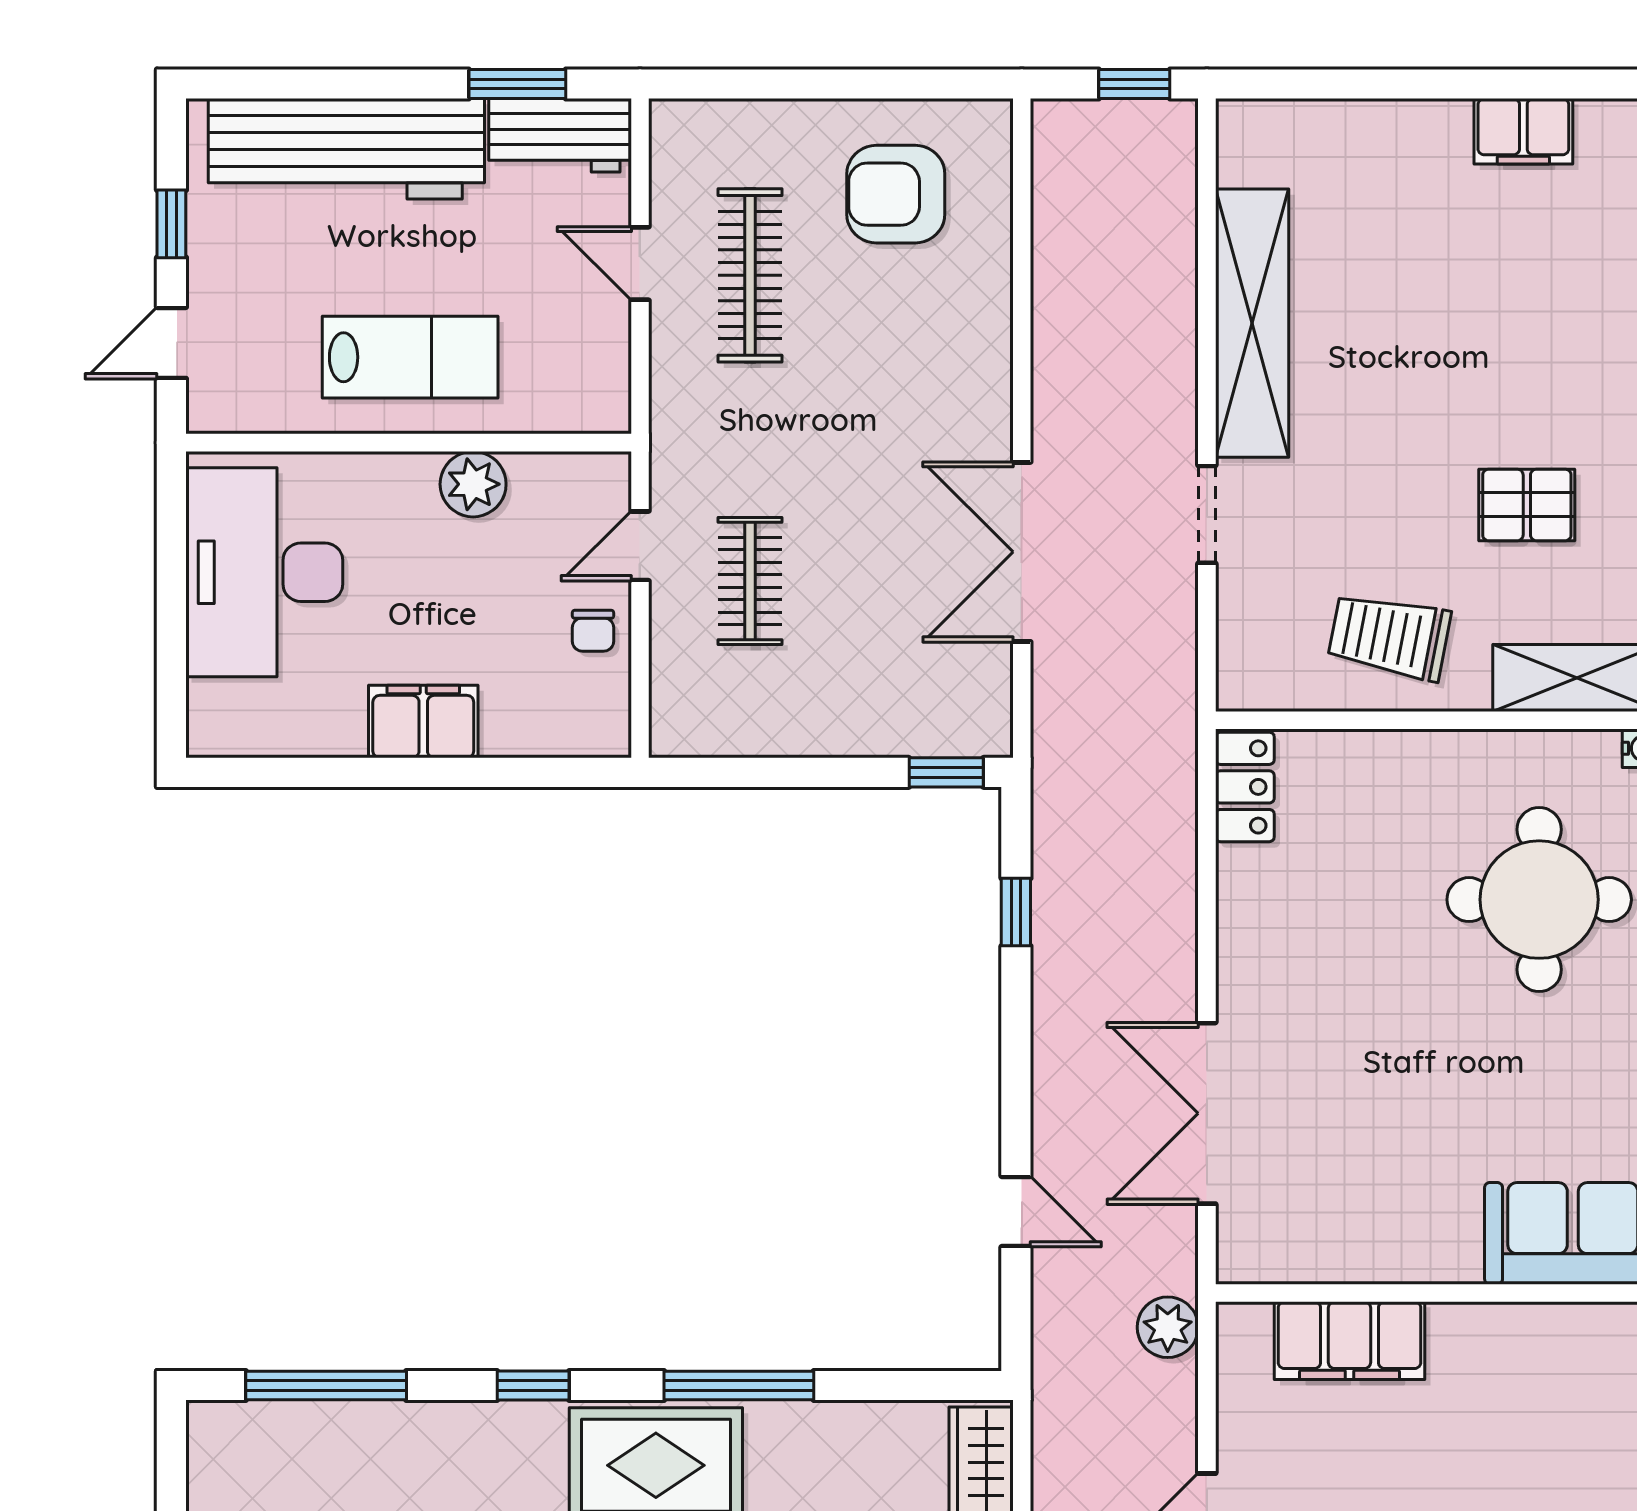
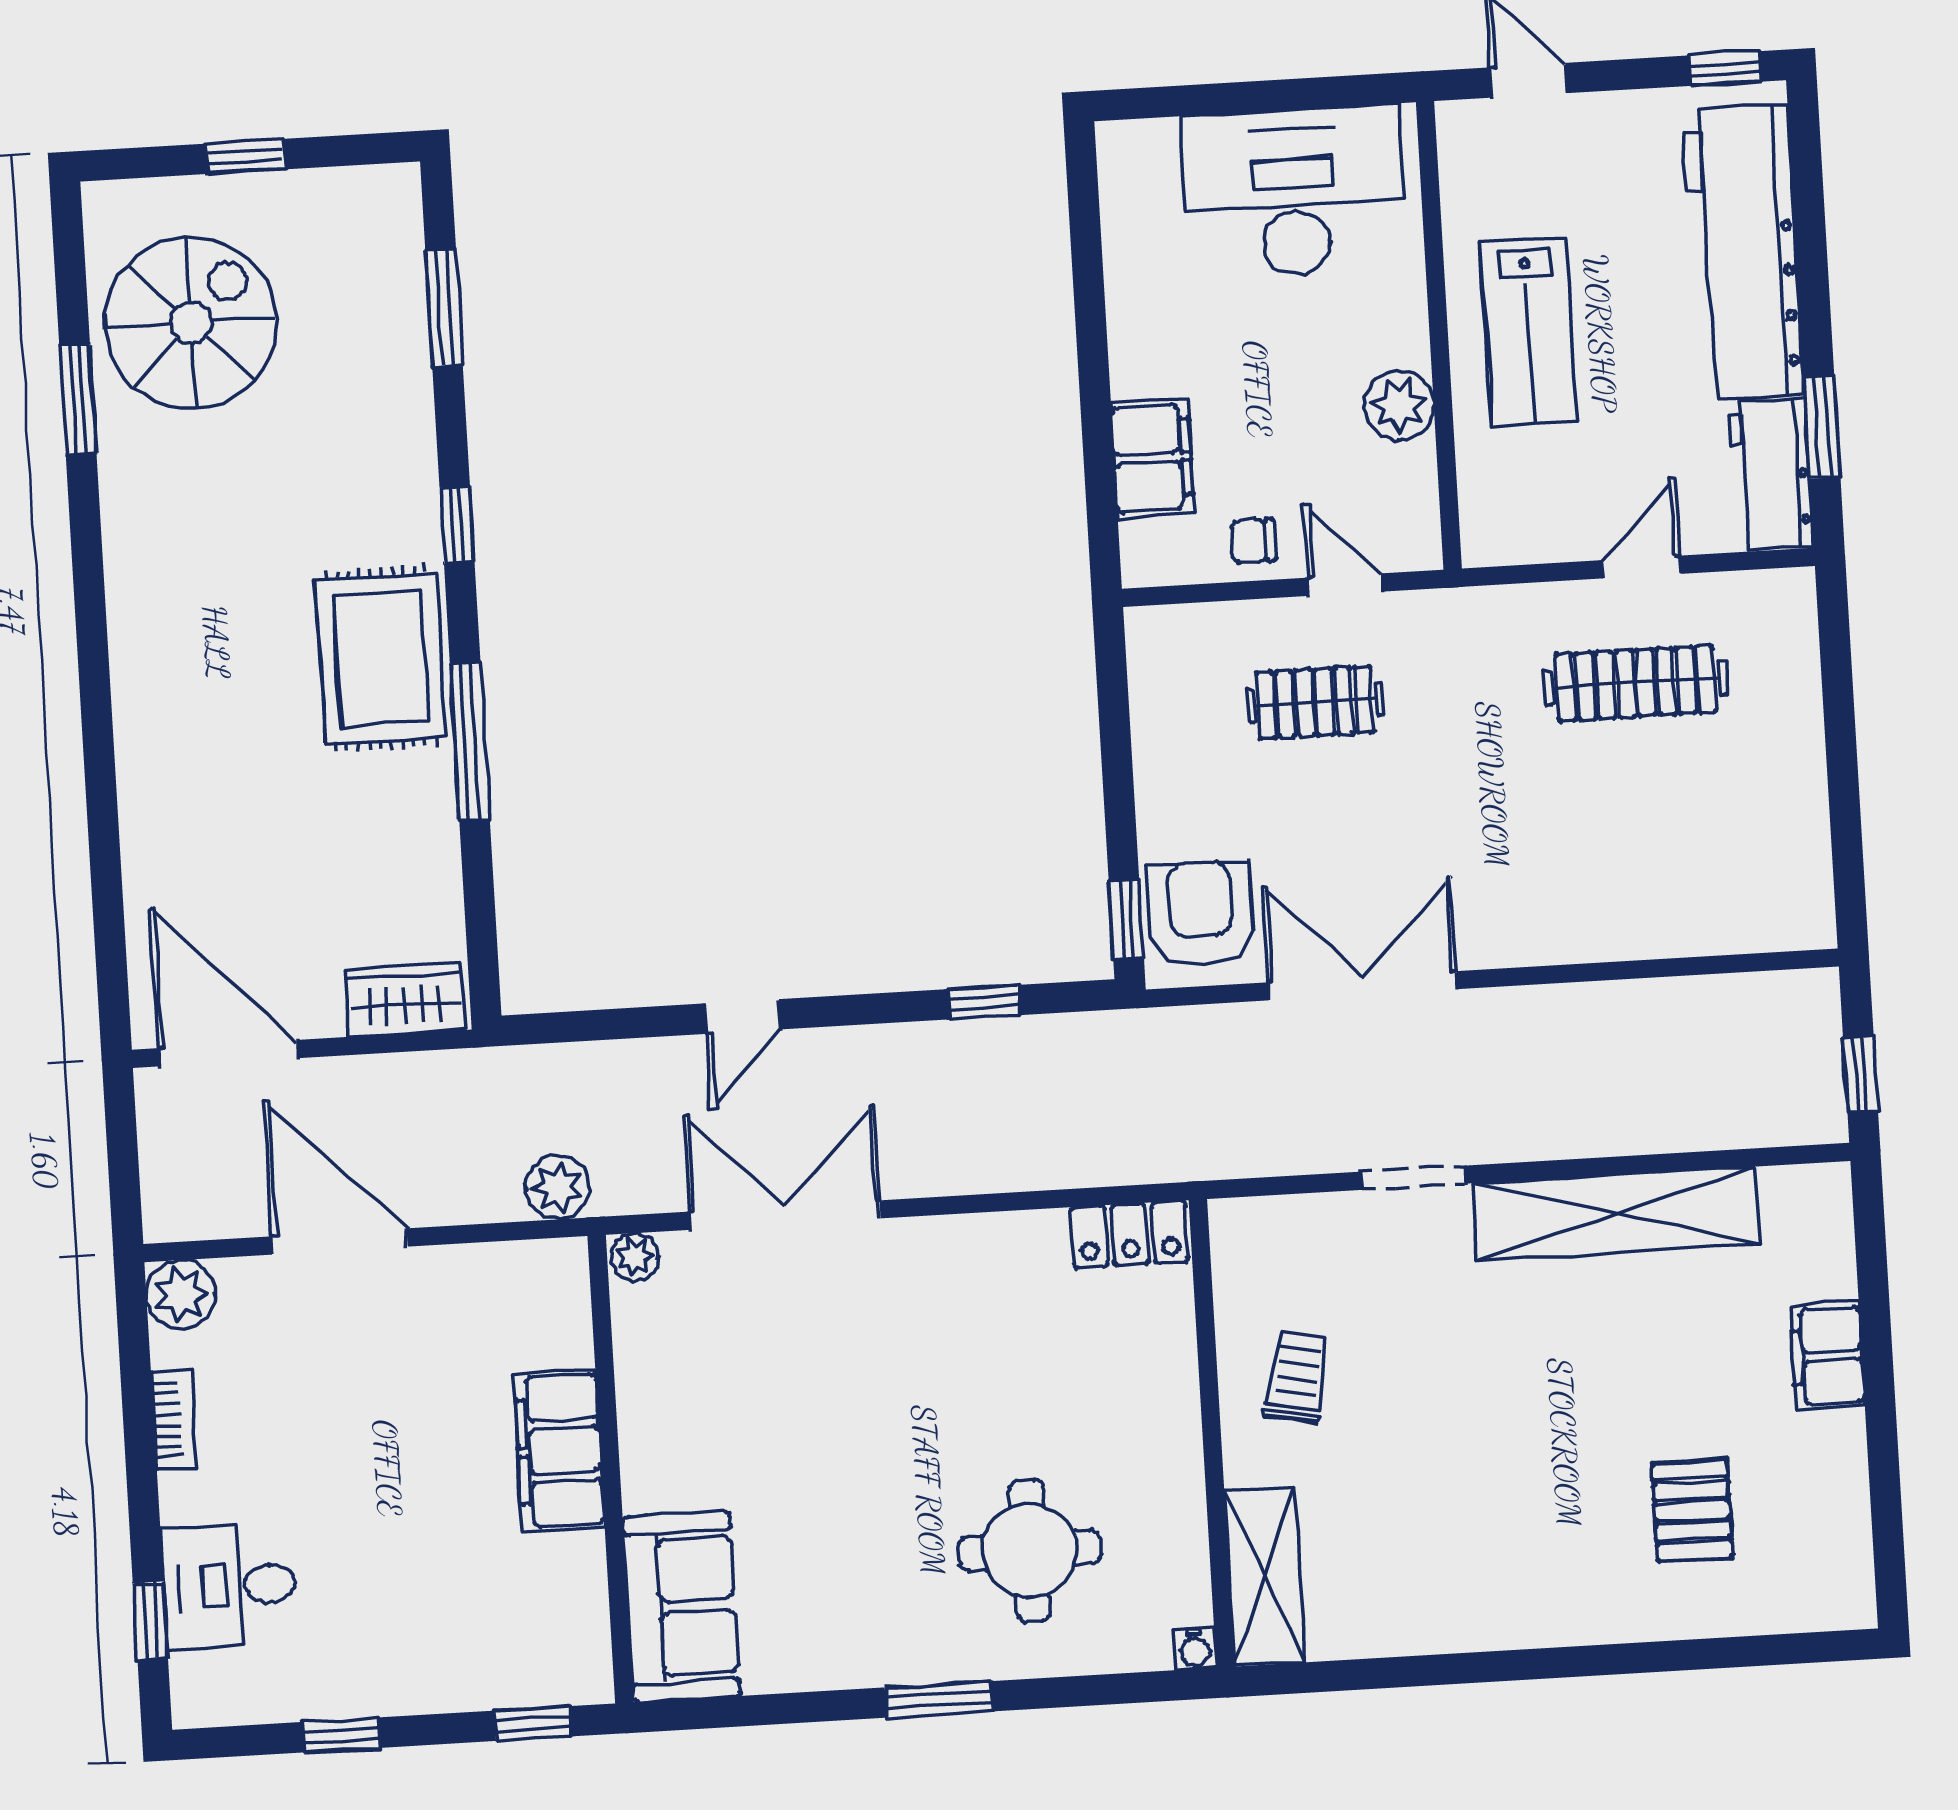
filing cabinet: (1523, 131) -> (1827, 1356), moved
armchair: (896, 194) -> (1201, 914), moved
window: (171, 224) -> (1726, 69), moved
pallet: (1527, 505) -> (1692, 1510), moved
trolley: (1389, 636) -> (1297, 1377), width x0.73, depth x0.72
filing cabinet: (423, 721) -> (1152, 458), moved
round table: (1539, 900) -> (1030, 1551), width x0.73, depth x0.73
door: (1016, 1212) -> (743, 1016), moved
plant: (1238, 1258) -> (635, 1257), added
filing cabinet: (1350, 1341) -> (559, 1450), moved
window: (326, 1386) -> (444, 308), width x0.69

